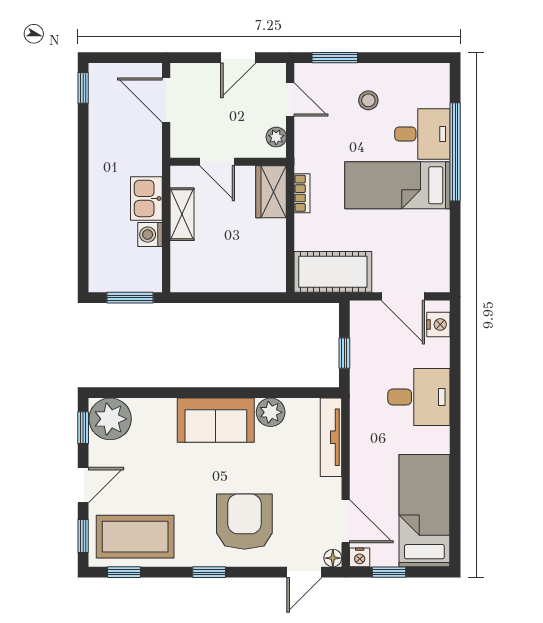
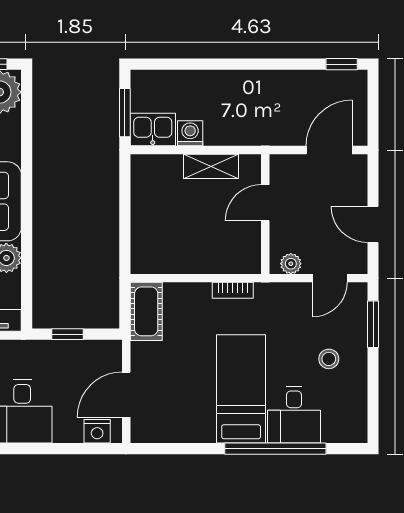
wardrobe: (271, 192) -> (234, 258), removed
kitchen sink: (146, 198) -> (153, 130), moved
cot: (333, 272) -> (146, 311), width x0.73, depth x0.75

